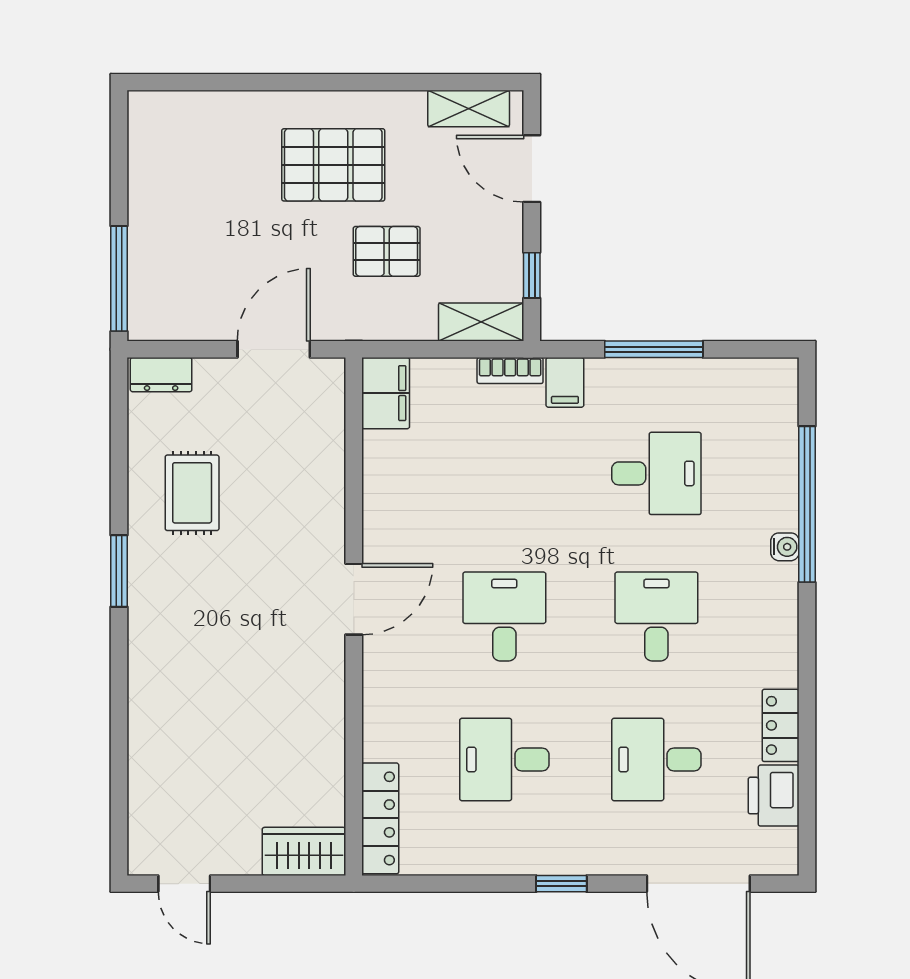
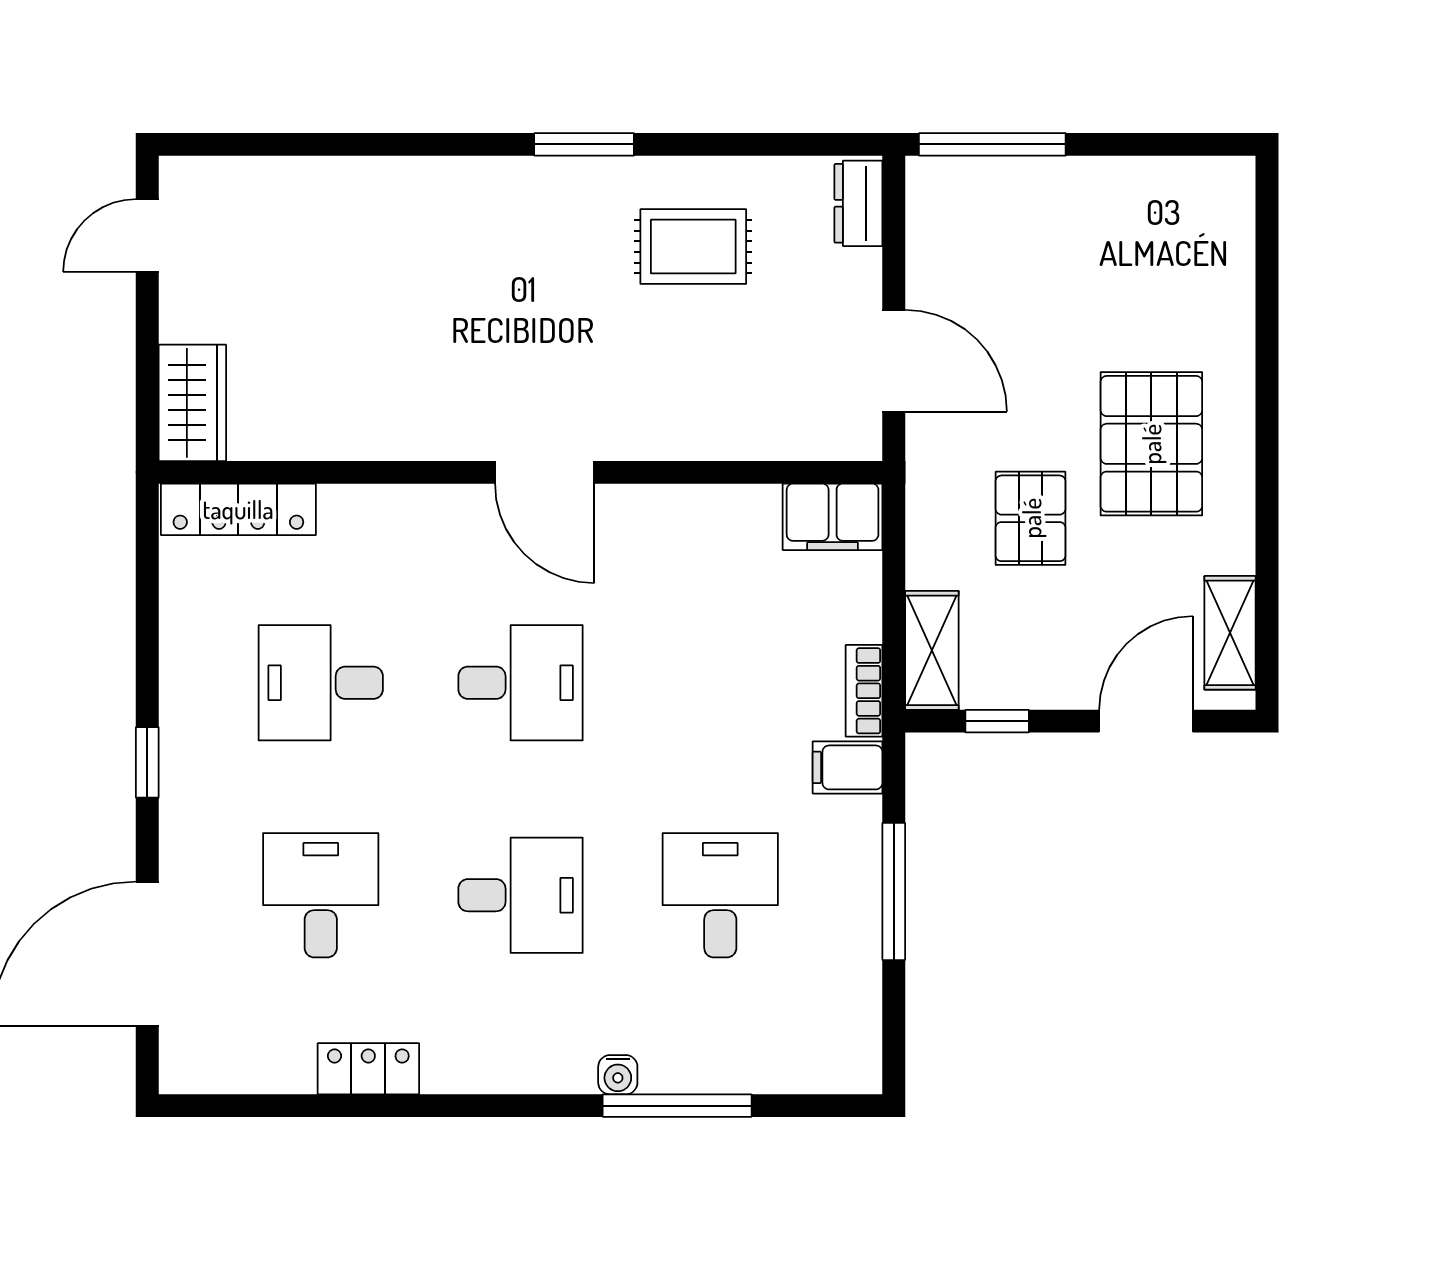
desk: (656, 473) -> (720, 895), turned 180
window: (807, 504) -> (677, 1106), width x0.68
desk: (504, 759) -> (321, 683), turned -90
printer: (774, 796) -> (270, 1059), removed

